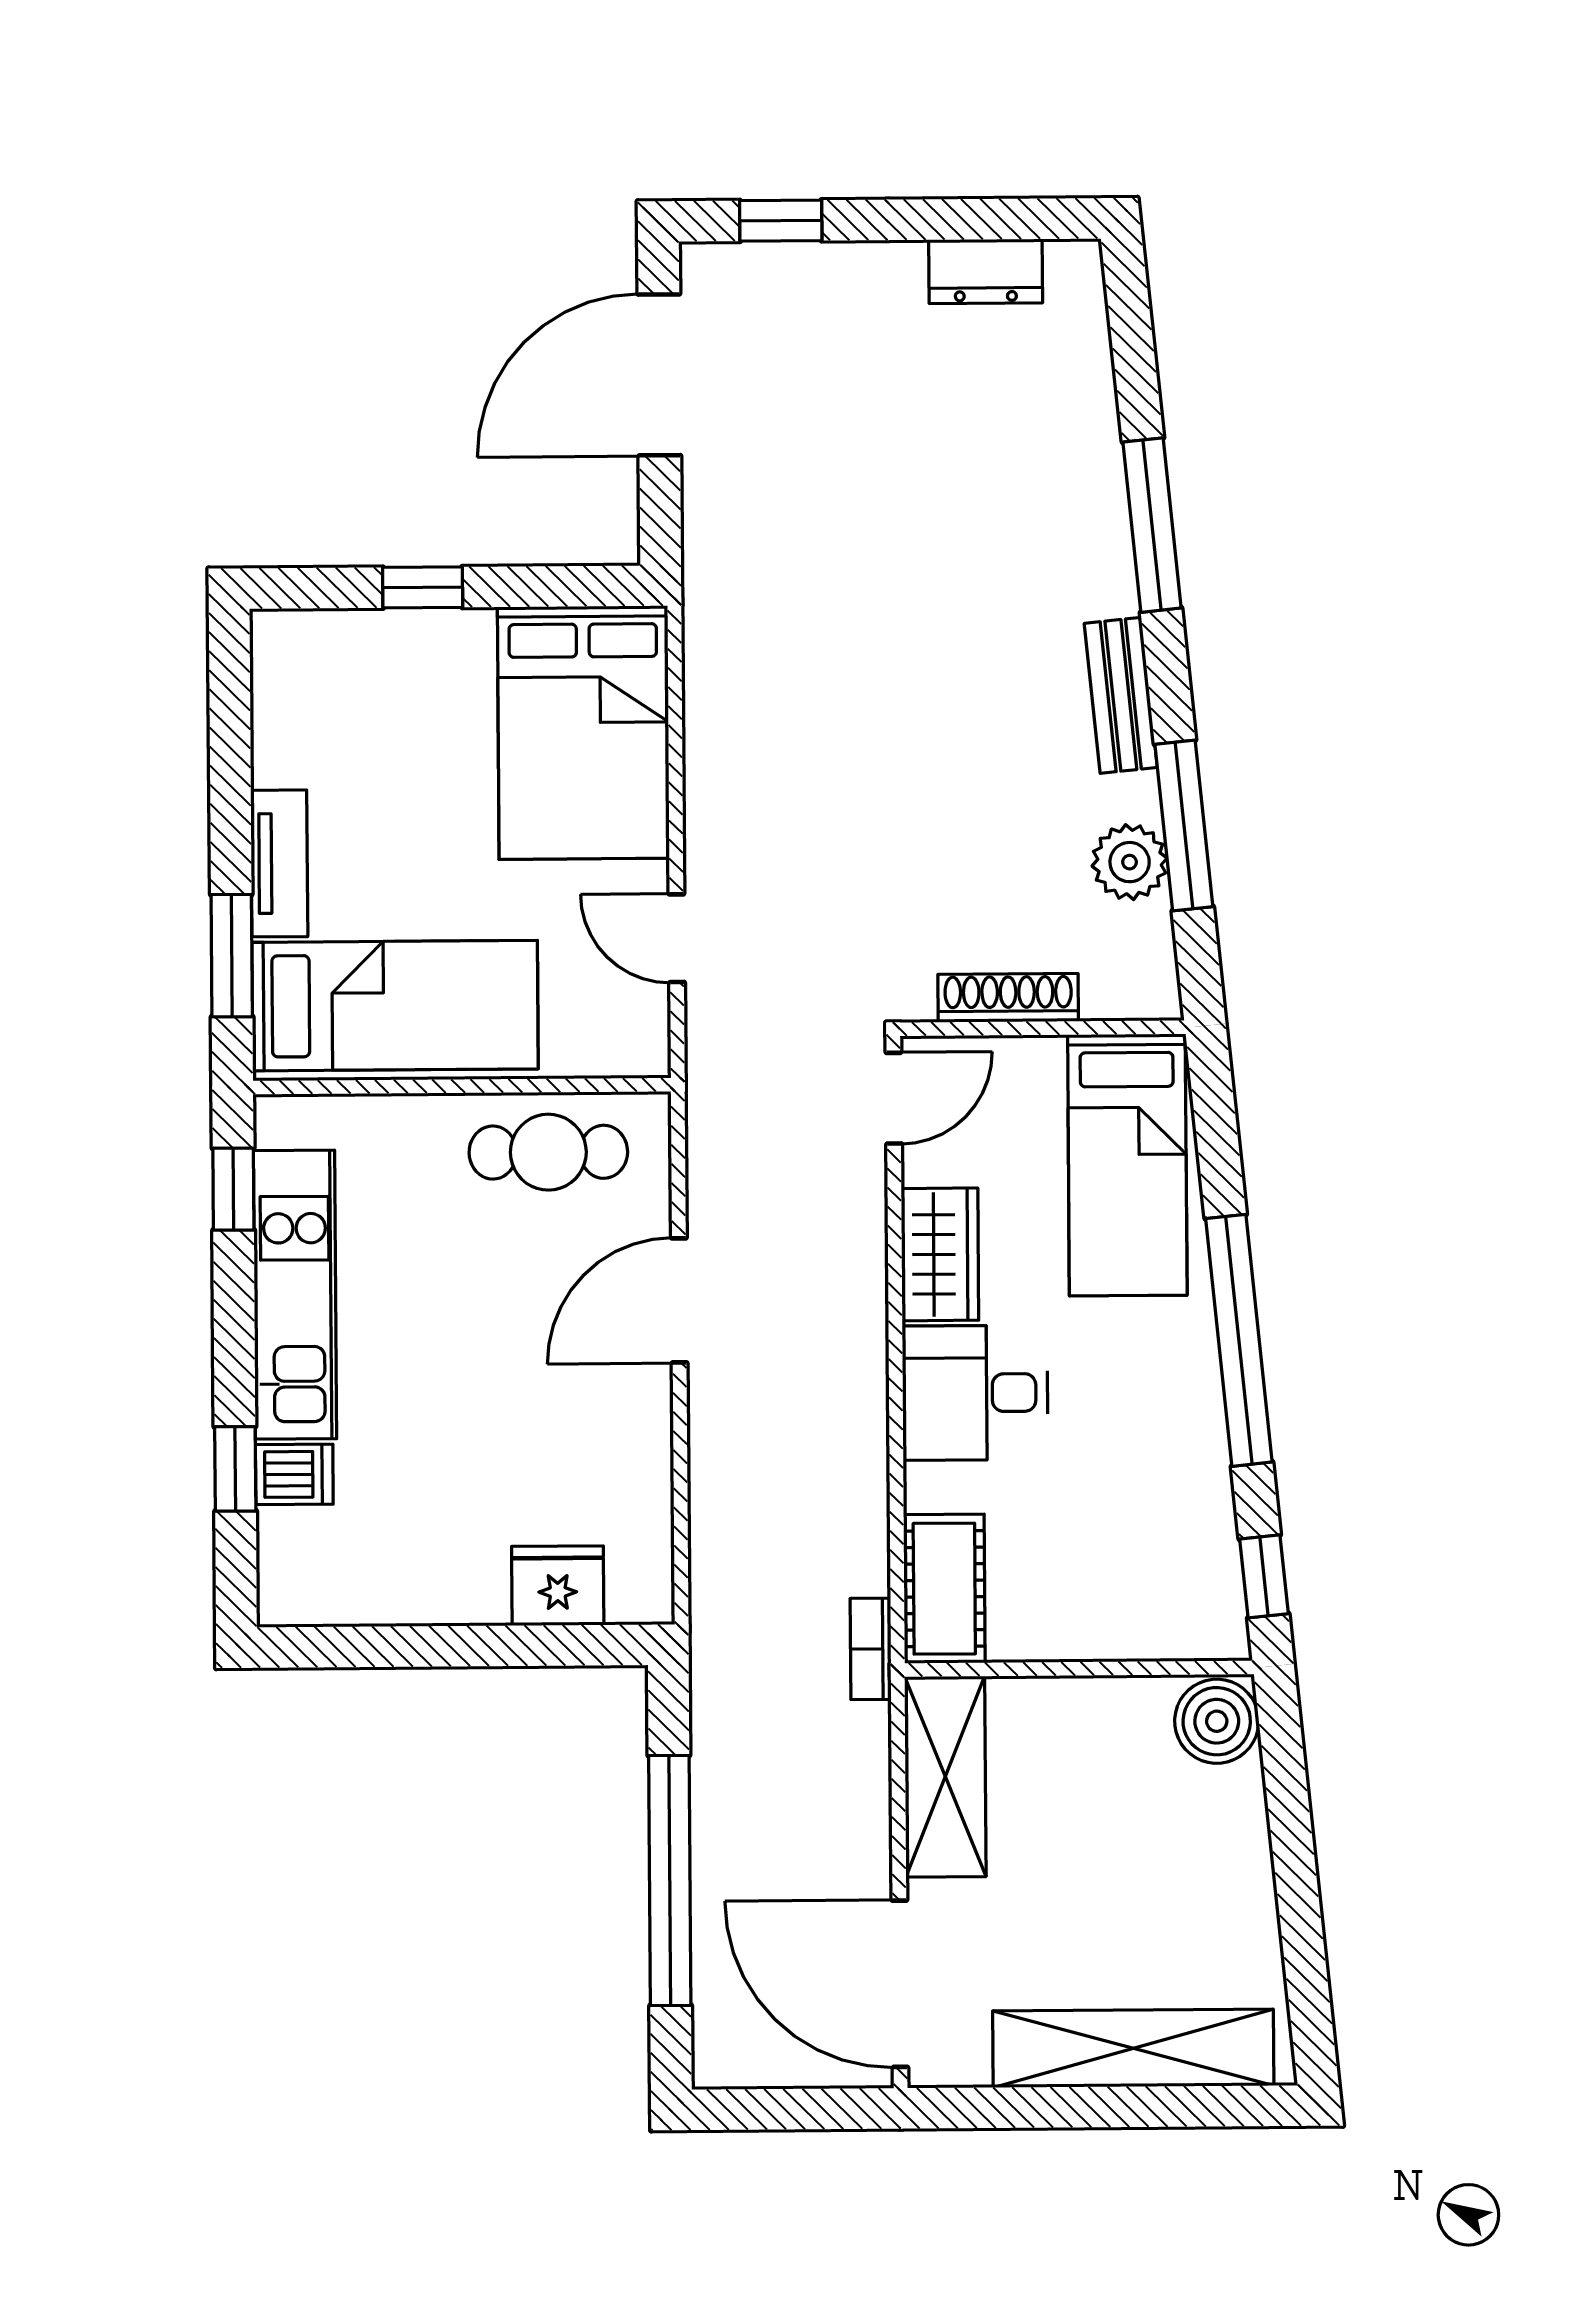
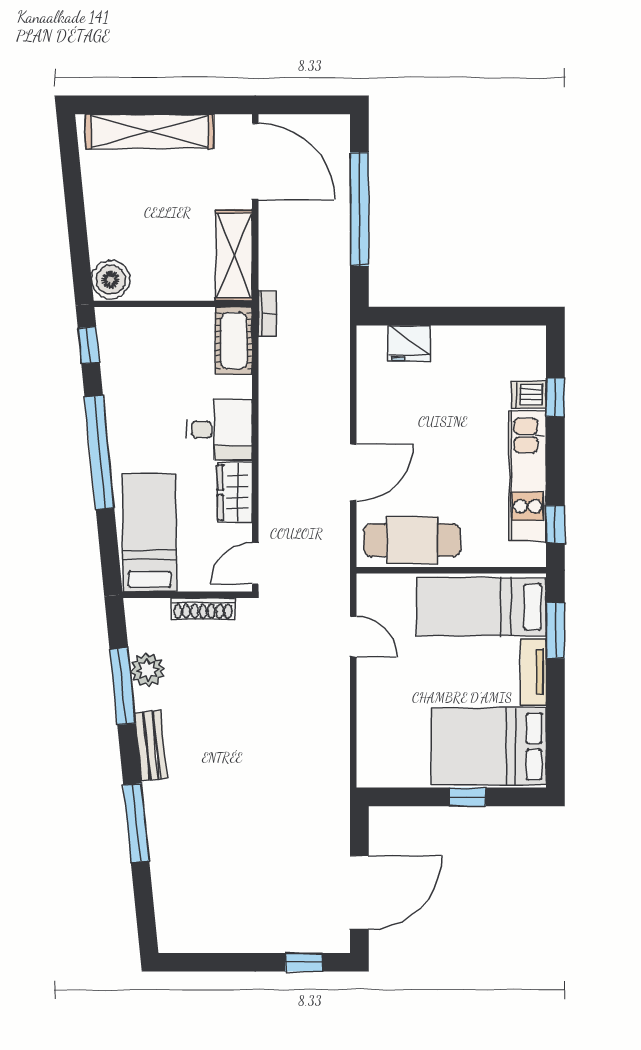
dresser: (986, 271) -> (211, 939), removed
bed: (583, 733) -> (489, 746), moved, turned -90
cafe table: (548, 1152) -> (412, 540), width x1.37, depth x1.35

